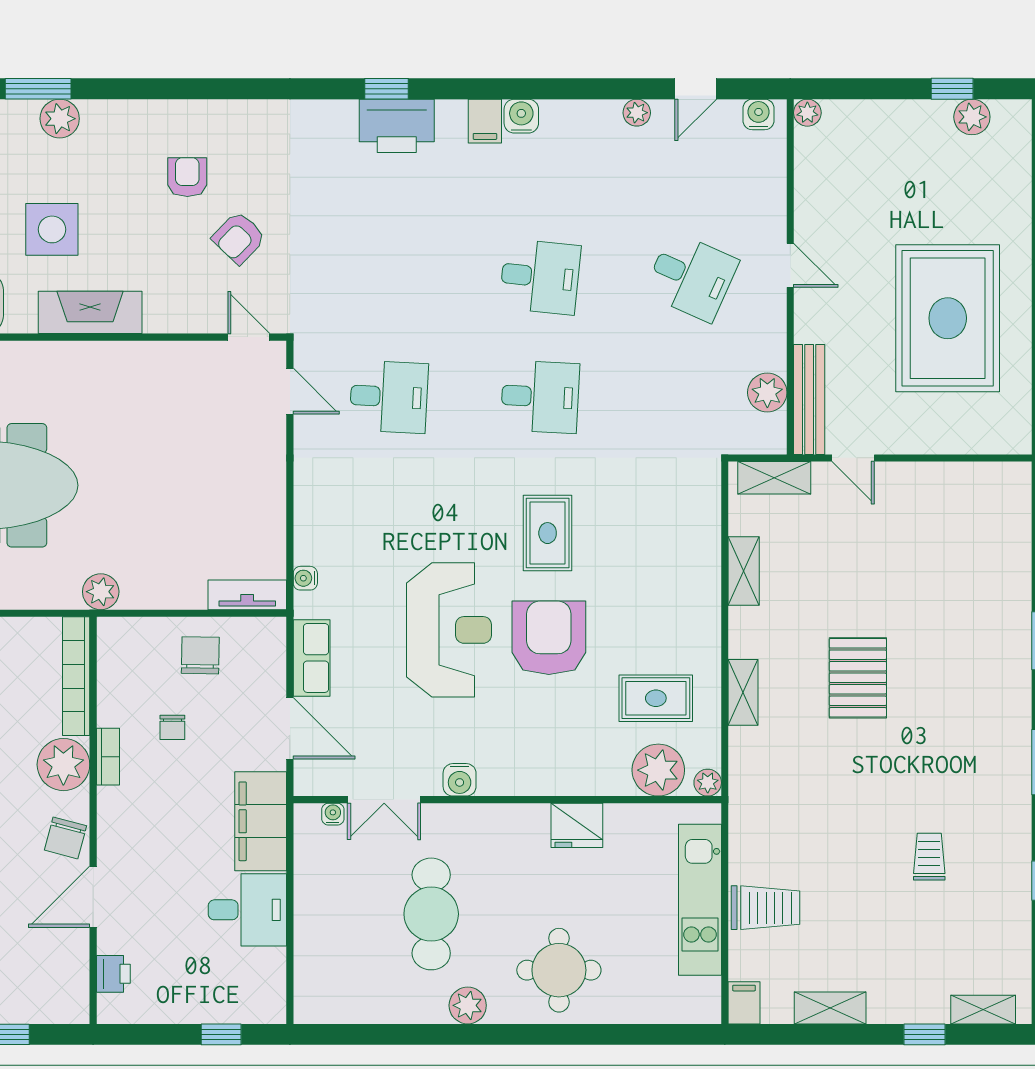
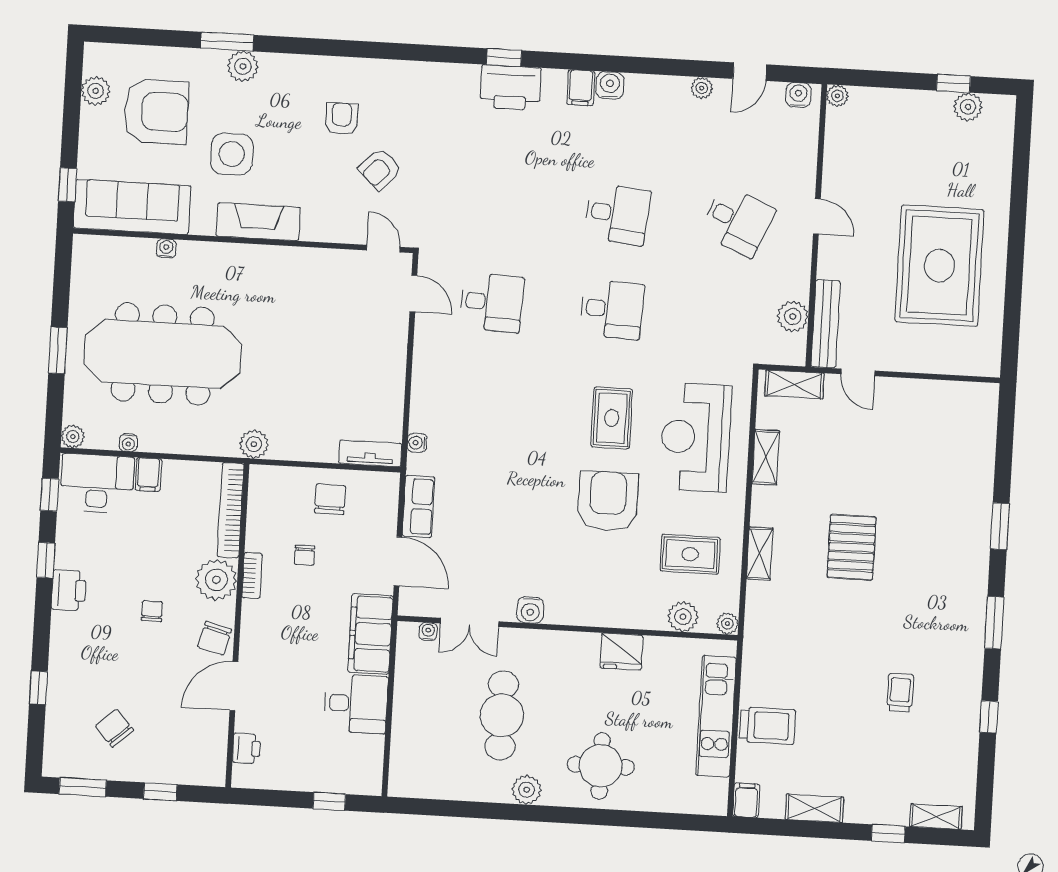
reception desk: (449, 630) -> (696, 437), moved, turned 180
plant: (658, 770) -> (683, 617), width x0.73, depth x0.73

